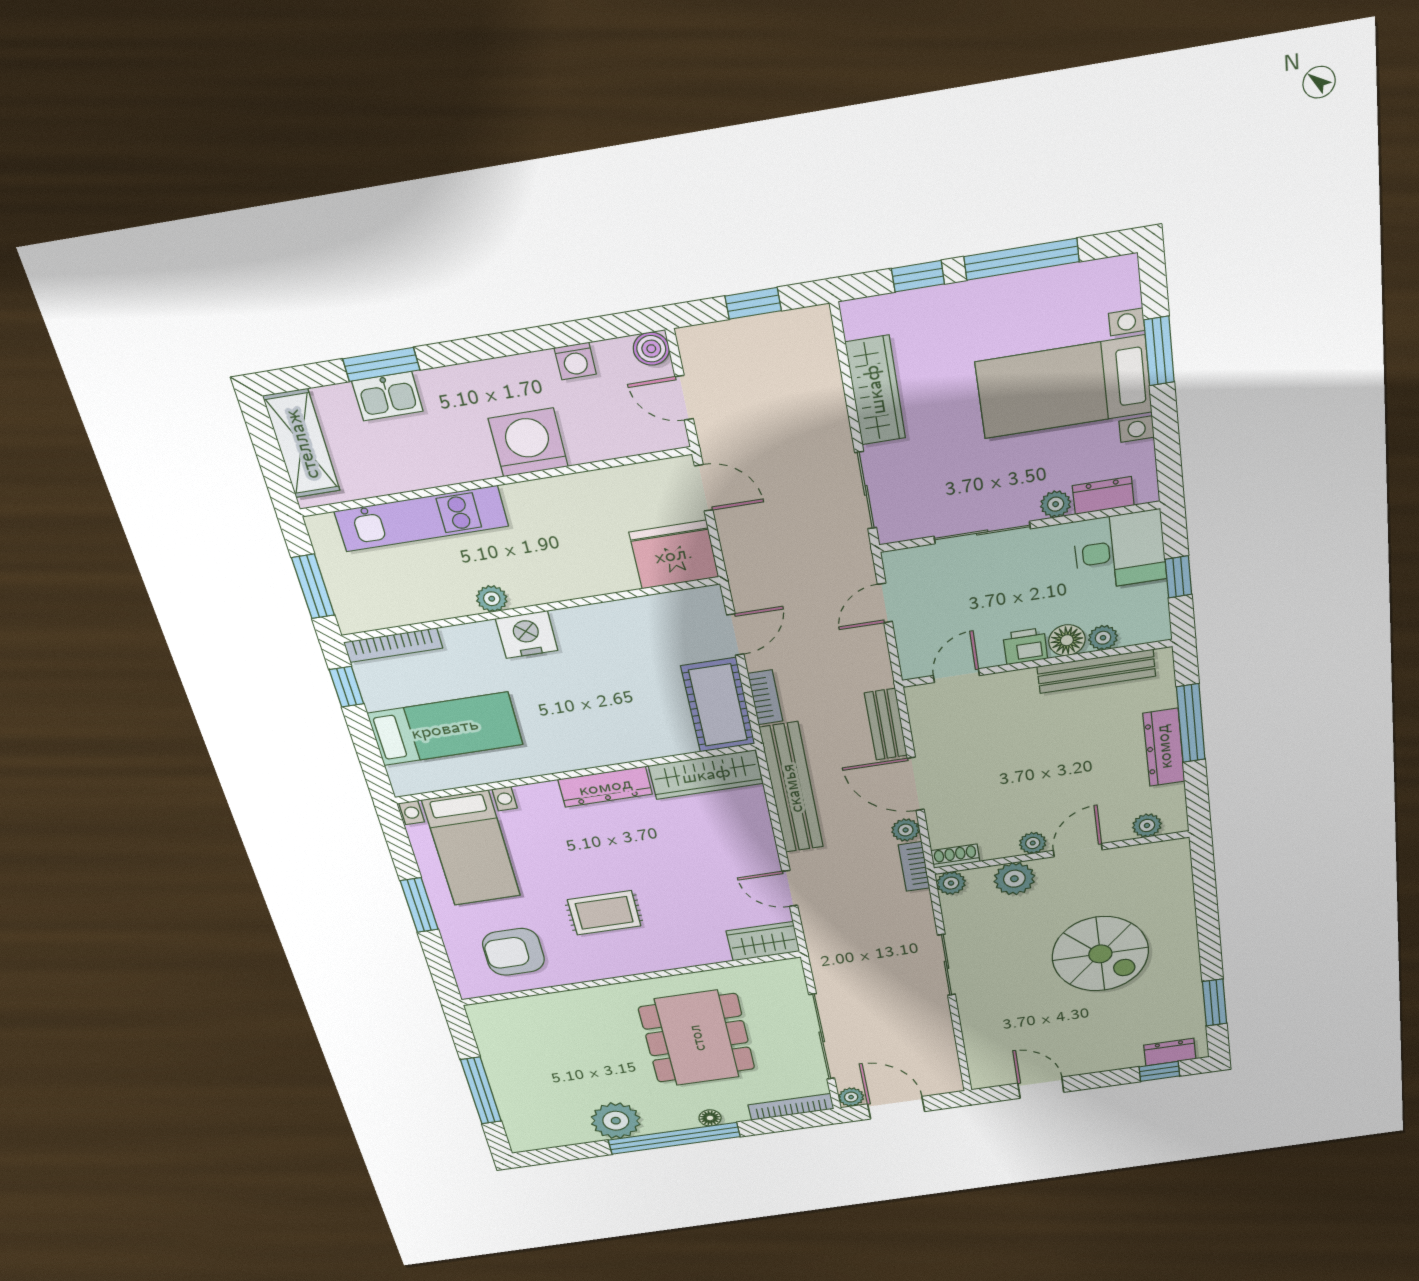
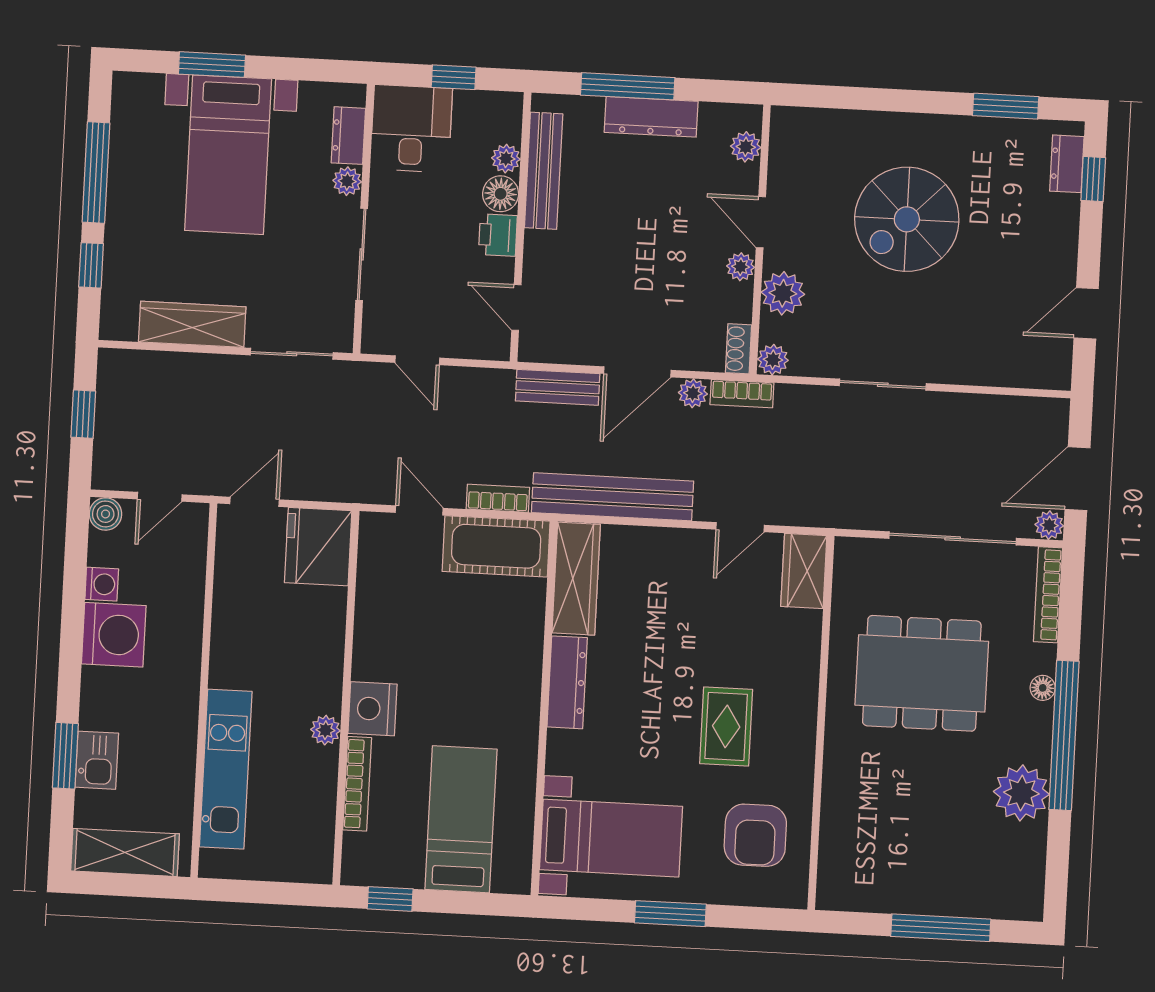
washing machine: (528, 443) -> (114, 635), moved, turned 180
window: (313, 586) -> (273, 893), removed
bookcase: (393, 645) -> (357, 784), moved
spiral stairs: (1100, 954) -> (907, 219), turned 180

